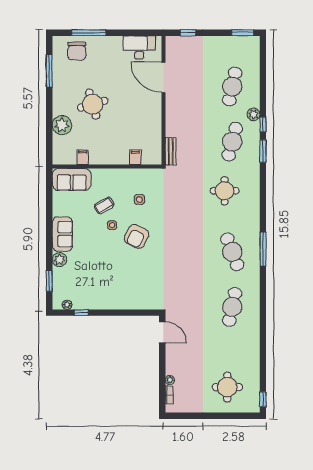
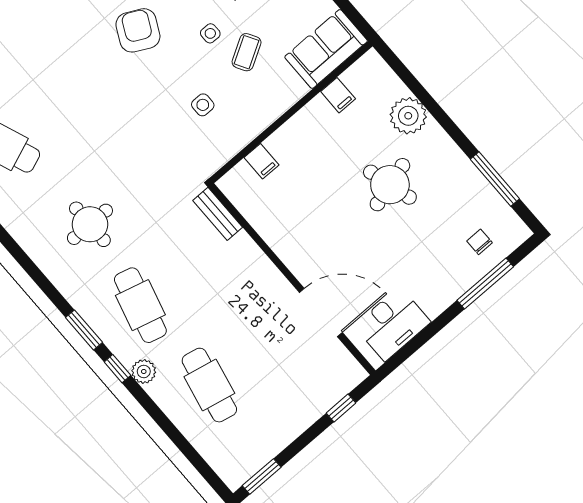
chair: (77, 51) -> (480, 242), width x0.54, depth x0.54
armchair: (137, 236) -> (138, 30), moved

